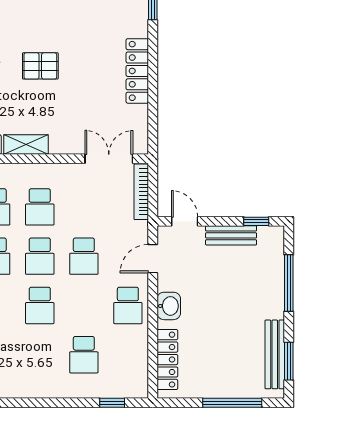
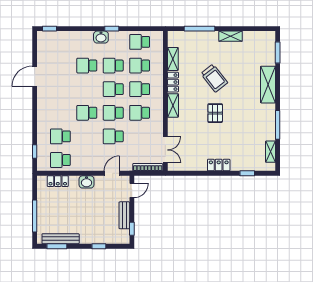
locker: (137, 71) -> (219, 165), width x0.66
door: (153, 259) -> (112, 173), hinge flipped
window: (289, 283) -> (99, 246), width x0.46
school desk: (128, 305) -> (60, 160), moved
locker: (167, 360) -> (58, 181), width x0.66

